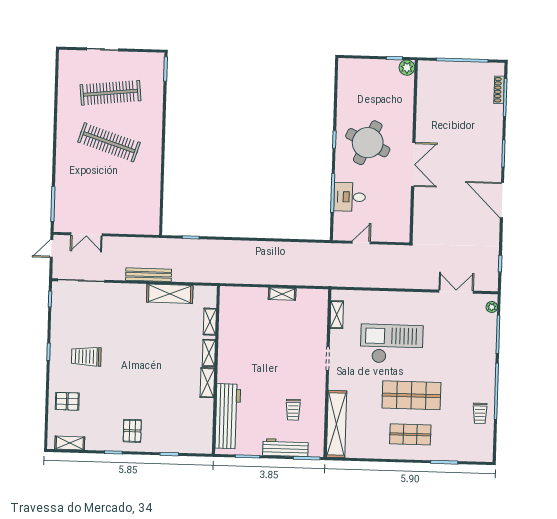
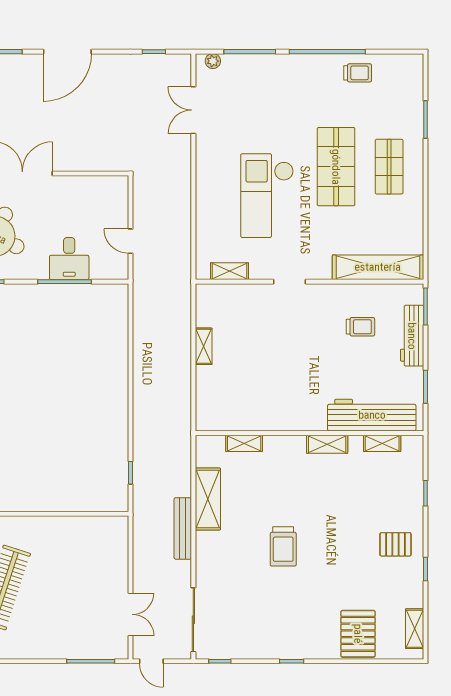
shelving: (209, 353) -> (382, 443), moved
trolley: (86, 357) -> (283, 546), moved
pallet: (67, 401) -> (358, 634), width x1.50, depth x1.42

